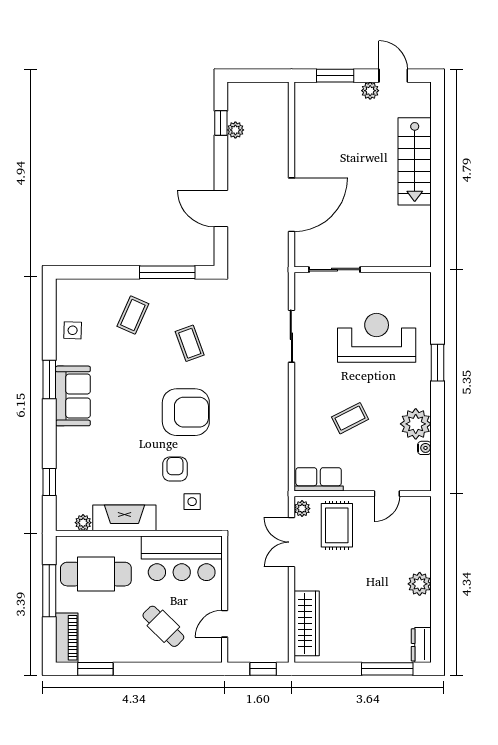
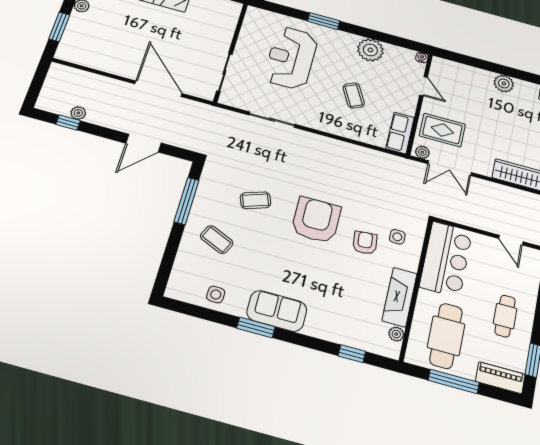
water cooler: (424, 448) -> (422, 58), moved
armchair: (175, 469) -> (365, 243), turned 84
cafe table: (163, 626) -> (505, 316), moved, turned -45

